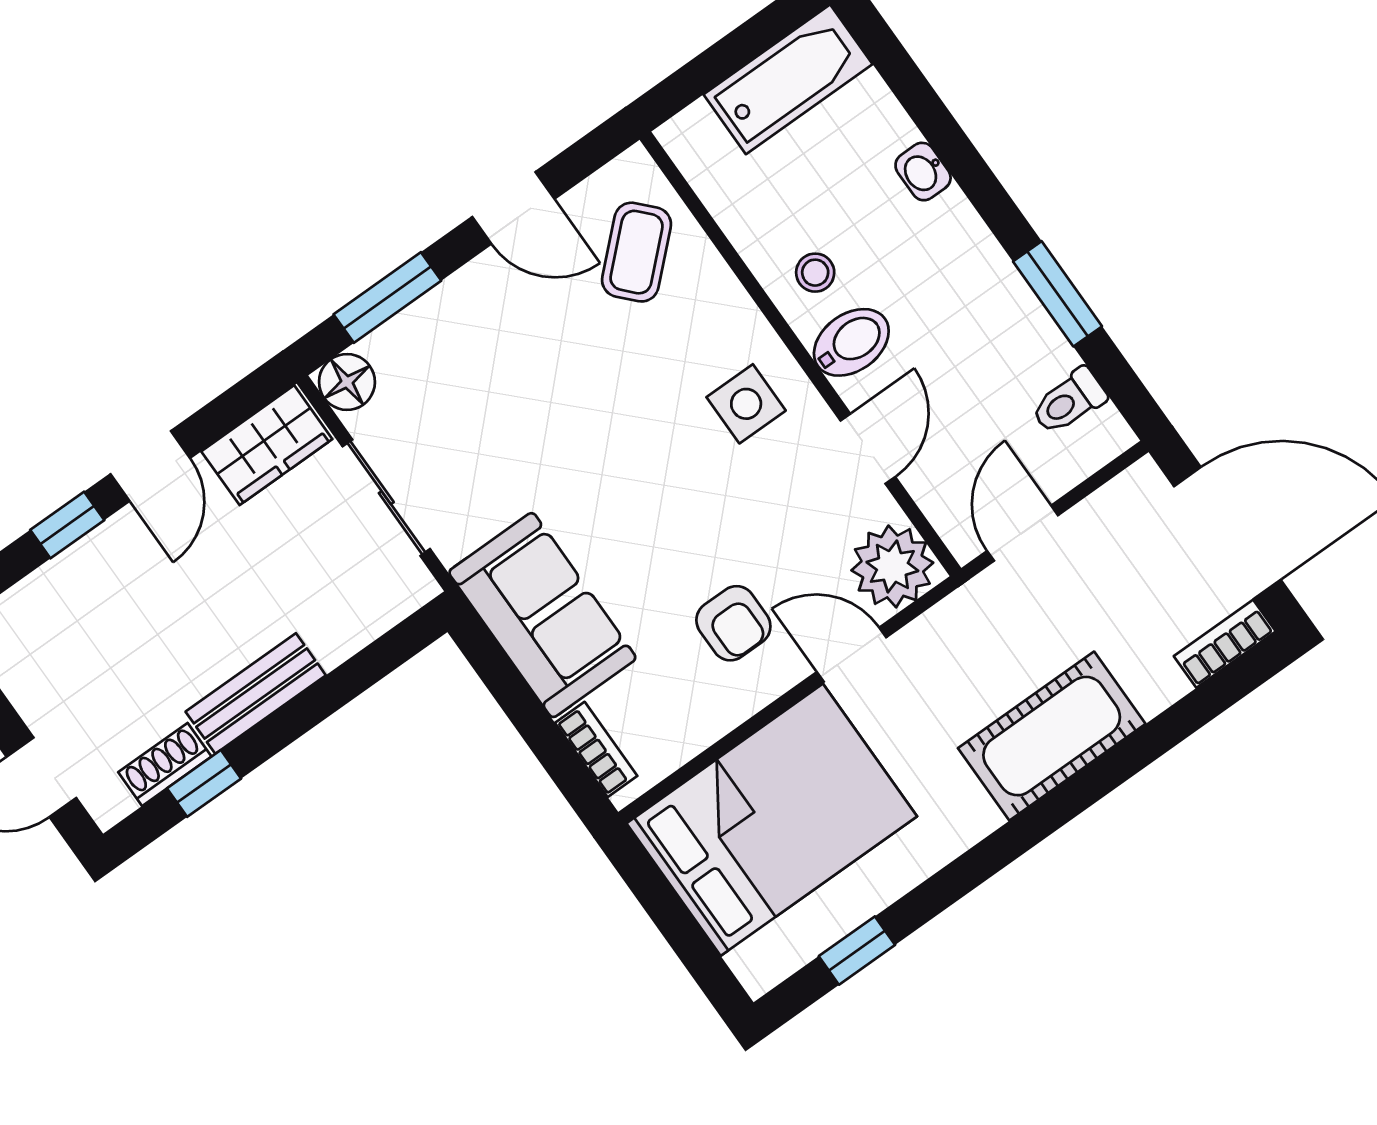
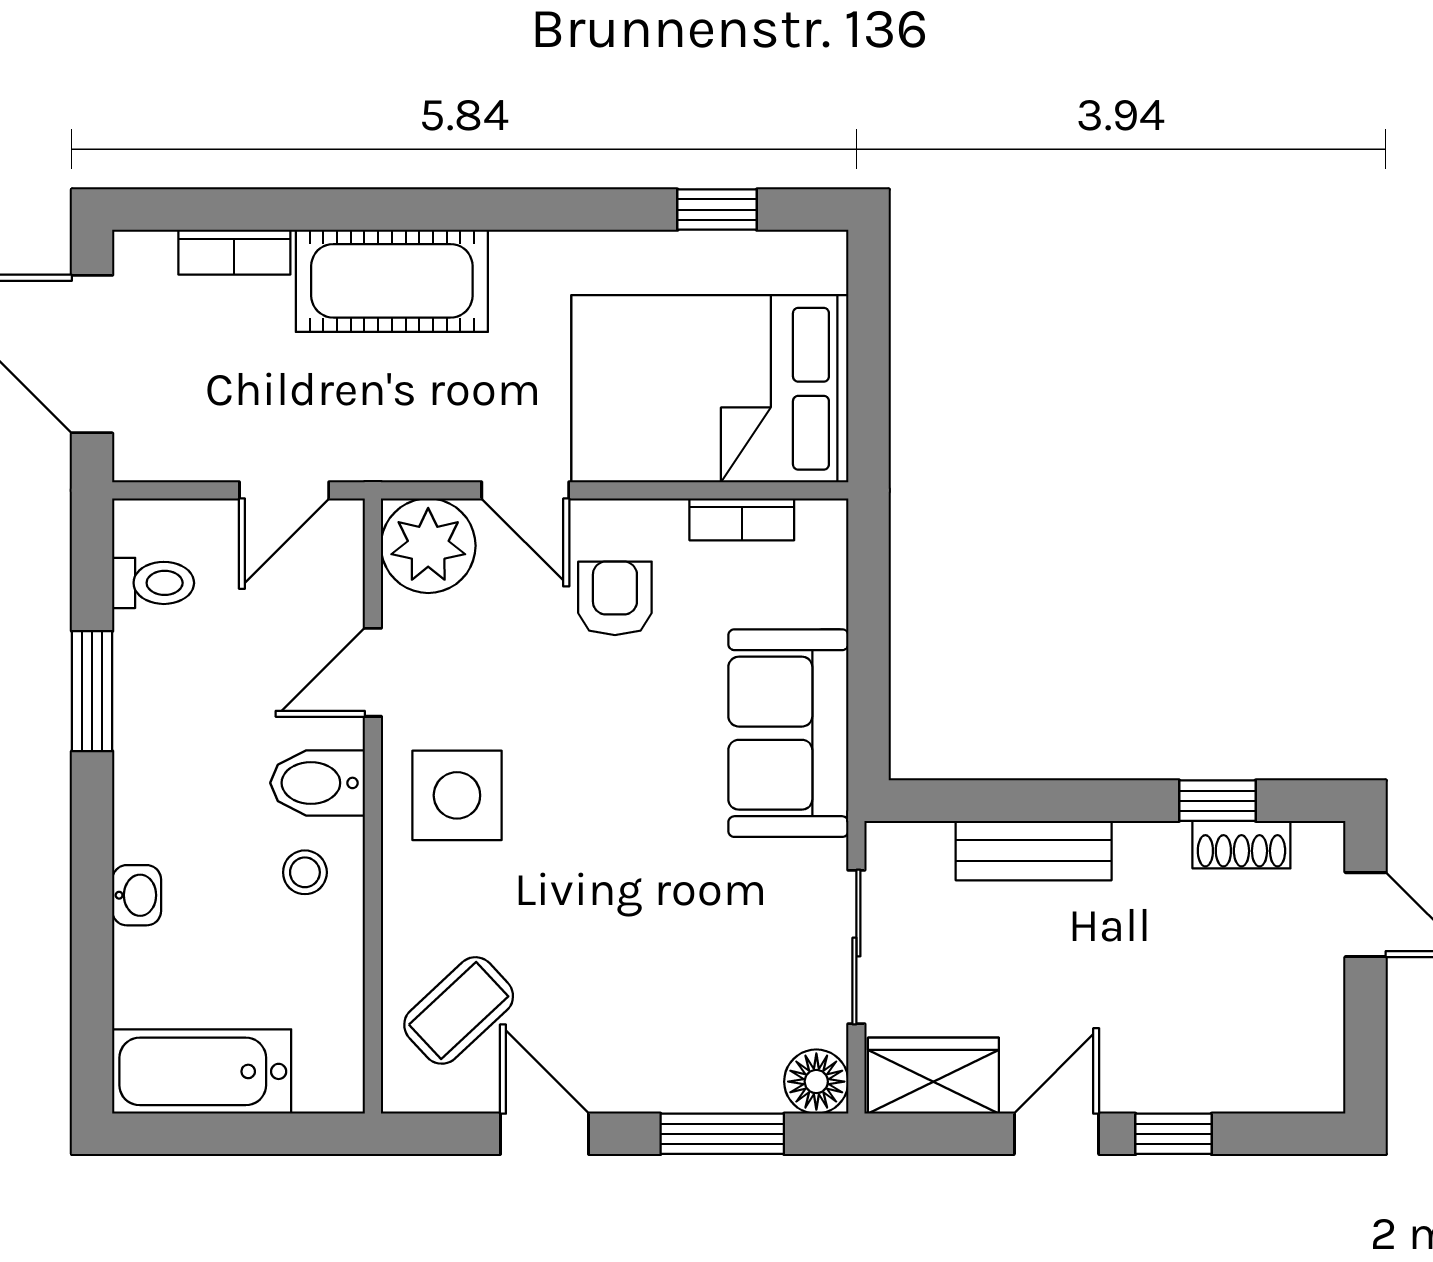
side table: (746, 404) -> (457, 795), width x1.37, depth x1.37
bookcase: (1225, 644) -> (234, 252), moved
bench: (256, 693) -> (1034, 851), moved
bookcase: (596, 749) -> (742, 519), moved, turned -90

